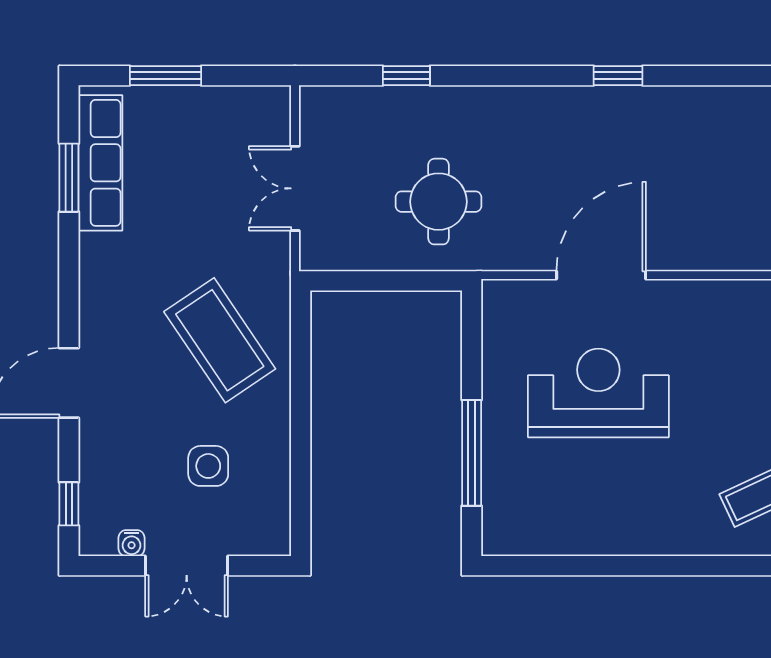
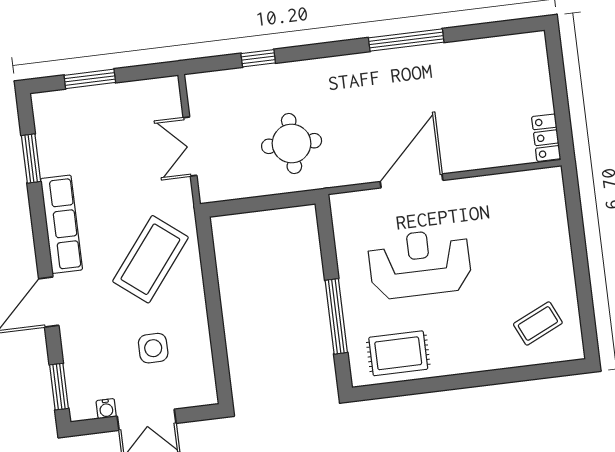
window: (618, 76) -> (406, 40), width x2.17
row of seats: (100, 163) -> (61, 224), moved
coffee table: (220, 340) -> (150, 259), turned 72
window: (69, 504) -> (59, 387), width x1.50
rug: (553, 516) -> (398, 353), added

